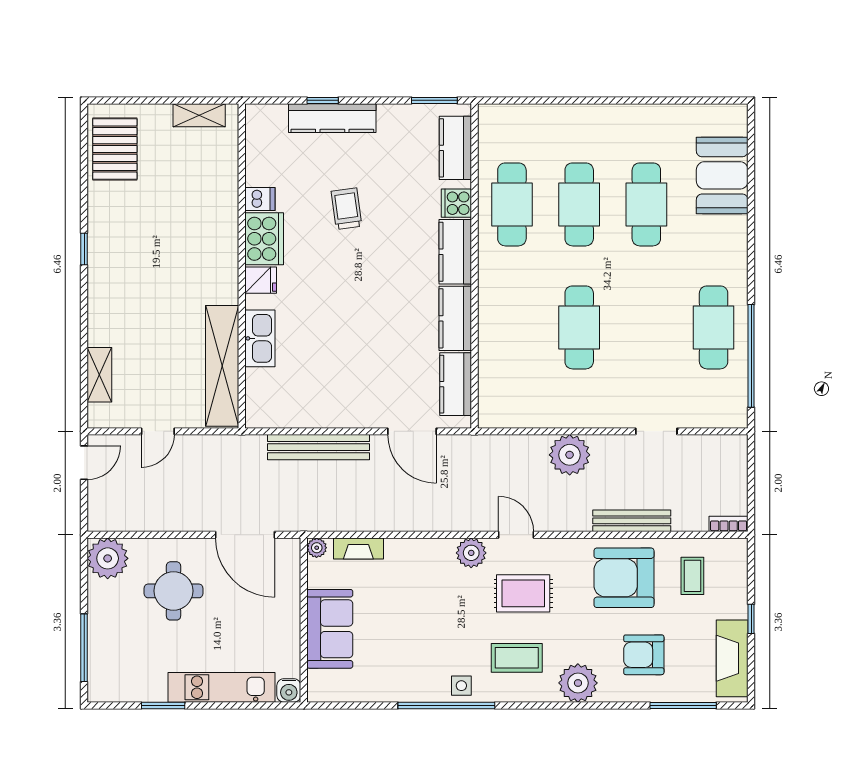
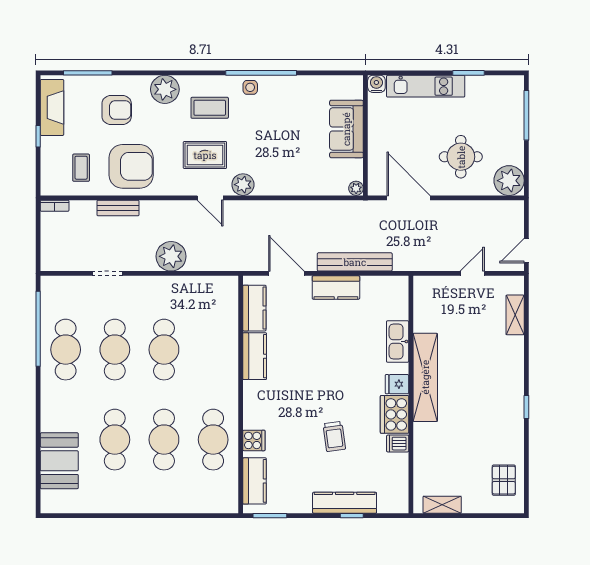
pallet: (115, 149) -> (504, 480), width x0.67, depth x0.71
kitchen counter: (455, 252) -> (336, 288), moved, turned 90
cafe table: (646, 327) -> (115, 350), added
shelving: (222, 366) -> (425, 377), moved
bench: (632, 521) -> (118, 208), width x0.73
fireplace: (358, 549) -> (325, 188), removed

